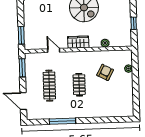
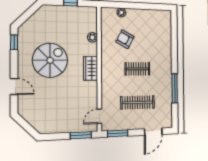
door: (54, 50) -> (99, 116), moved

